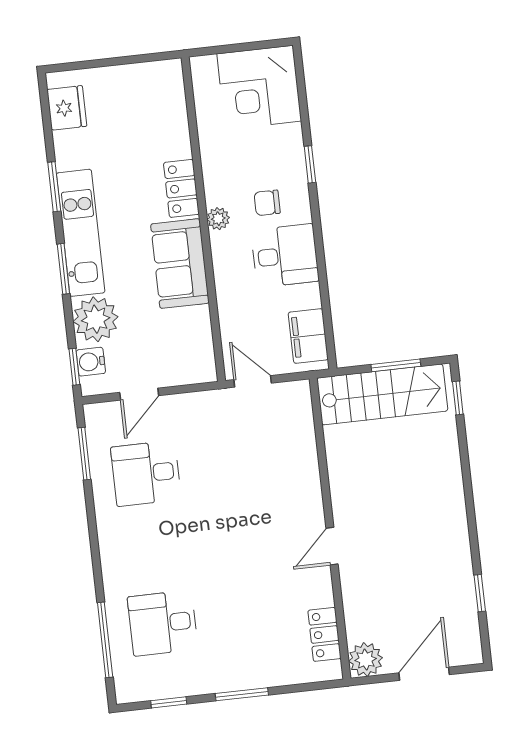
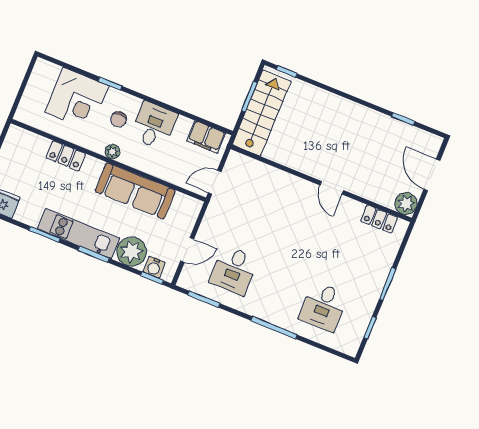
corner desk: (259, 87) -> (77, 99), moved
locker: (181, 188) -> (66, 156), moved
sofa: (180, 264) -> (135, 191), width x1.36
door: (139, 394) -> (187, 250), hinge flipped
window: (105, 640) -> (274, 328), moved

